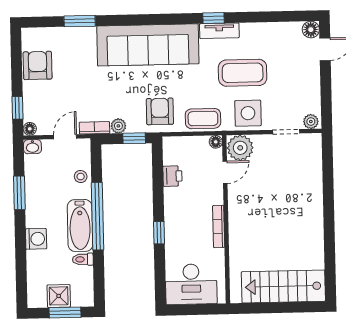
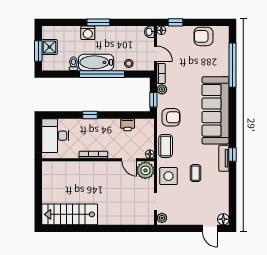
window: (80, 21) -> (232, 65), width x2.11
armchair: (38, 65) -> (203, 36), turned 180
coffee table: (243, 73) -> (196, 173), width x0.54, depth x0.58
window: (19, 193) -> (98, 22), moved
stairs: (283, 286) -> (70, 214), moved, turned -90

